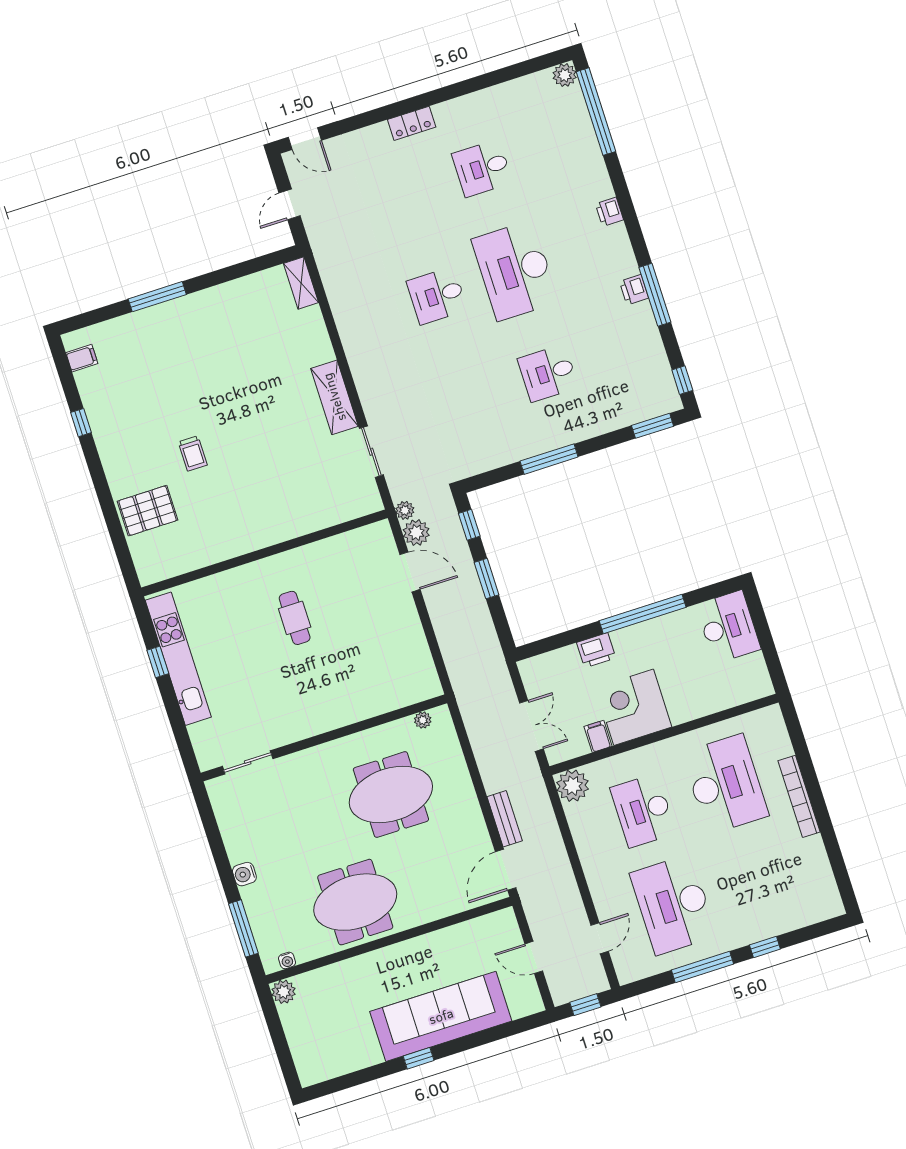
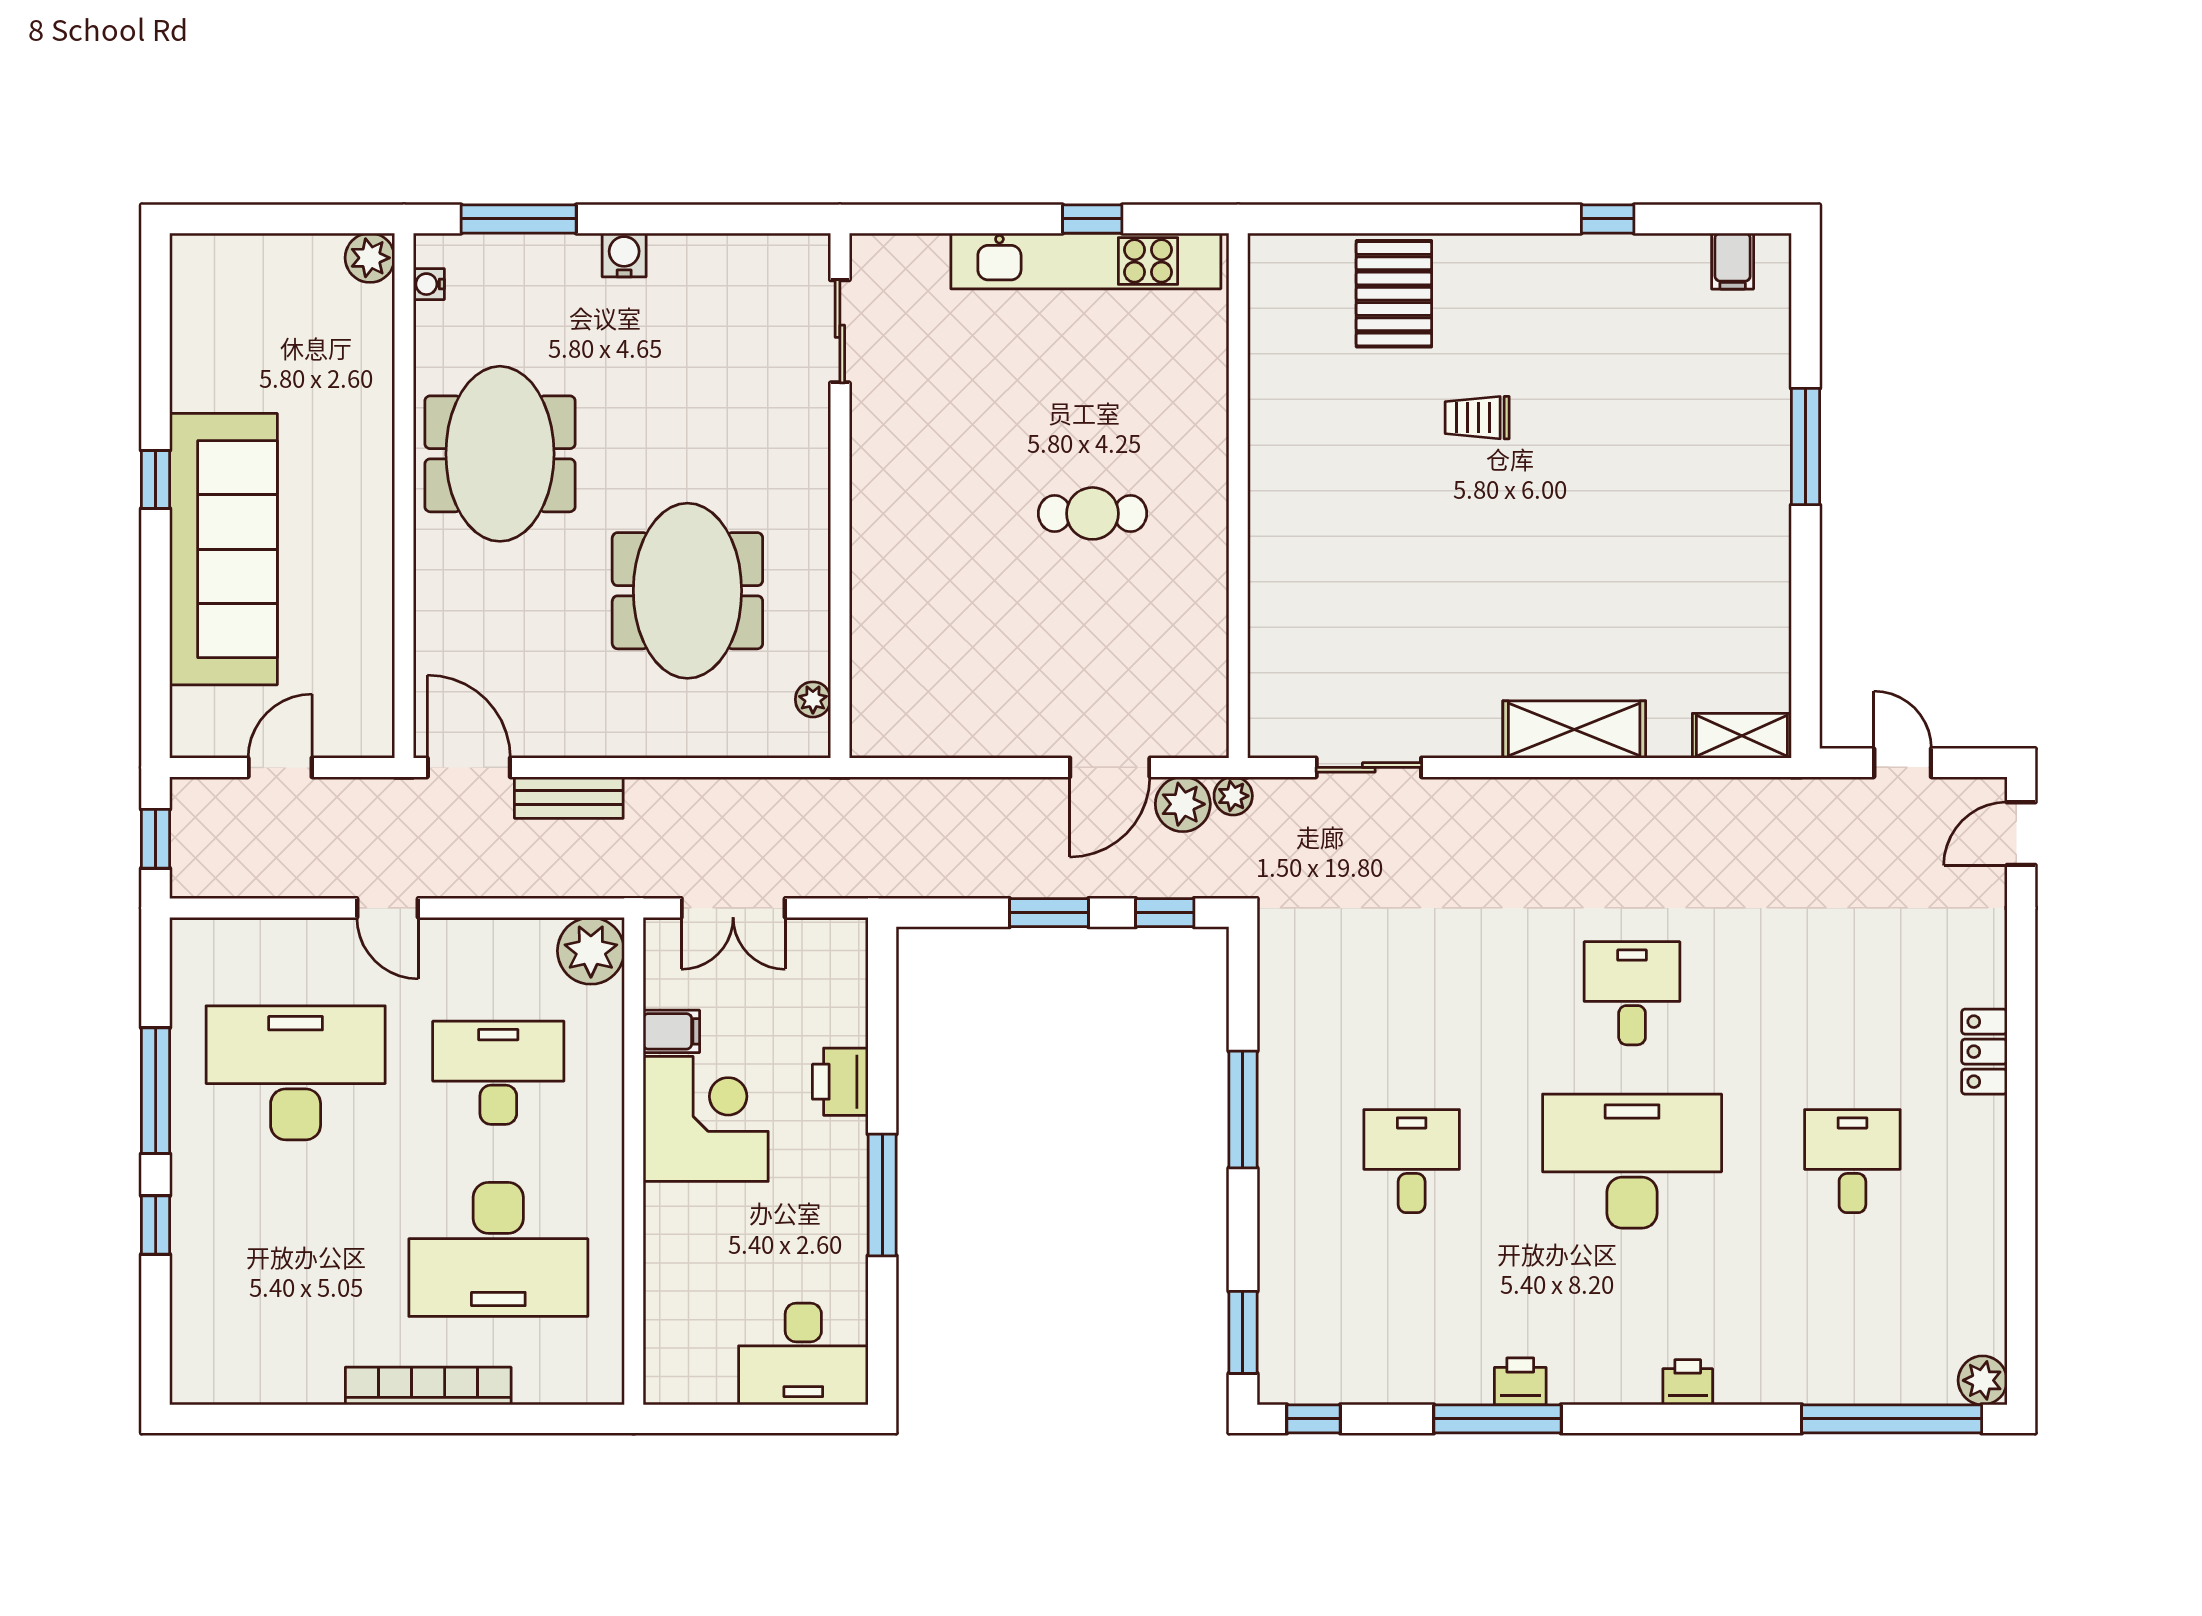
shelving: (334, 397) -> (1574, 729), moved
window: (643, 614) -> (882, 1195), width x0.68
door: (600, 938) -> (388, 908), moved

